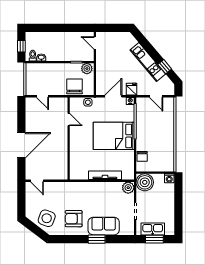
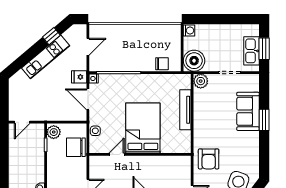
bed: (114, 136) -> (143, 128), moved, turned 180
armchair: (74, 219) -> (209, 159), moved

